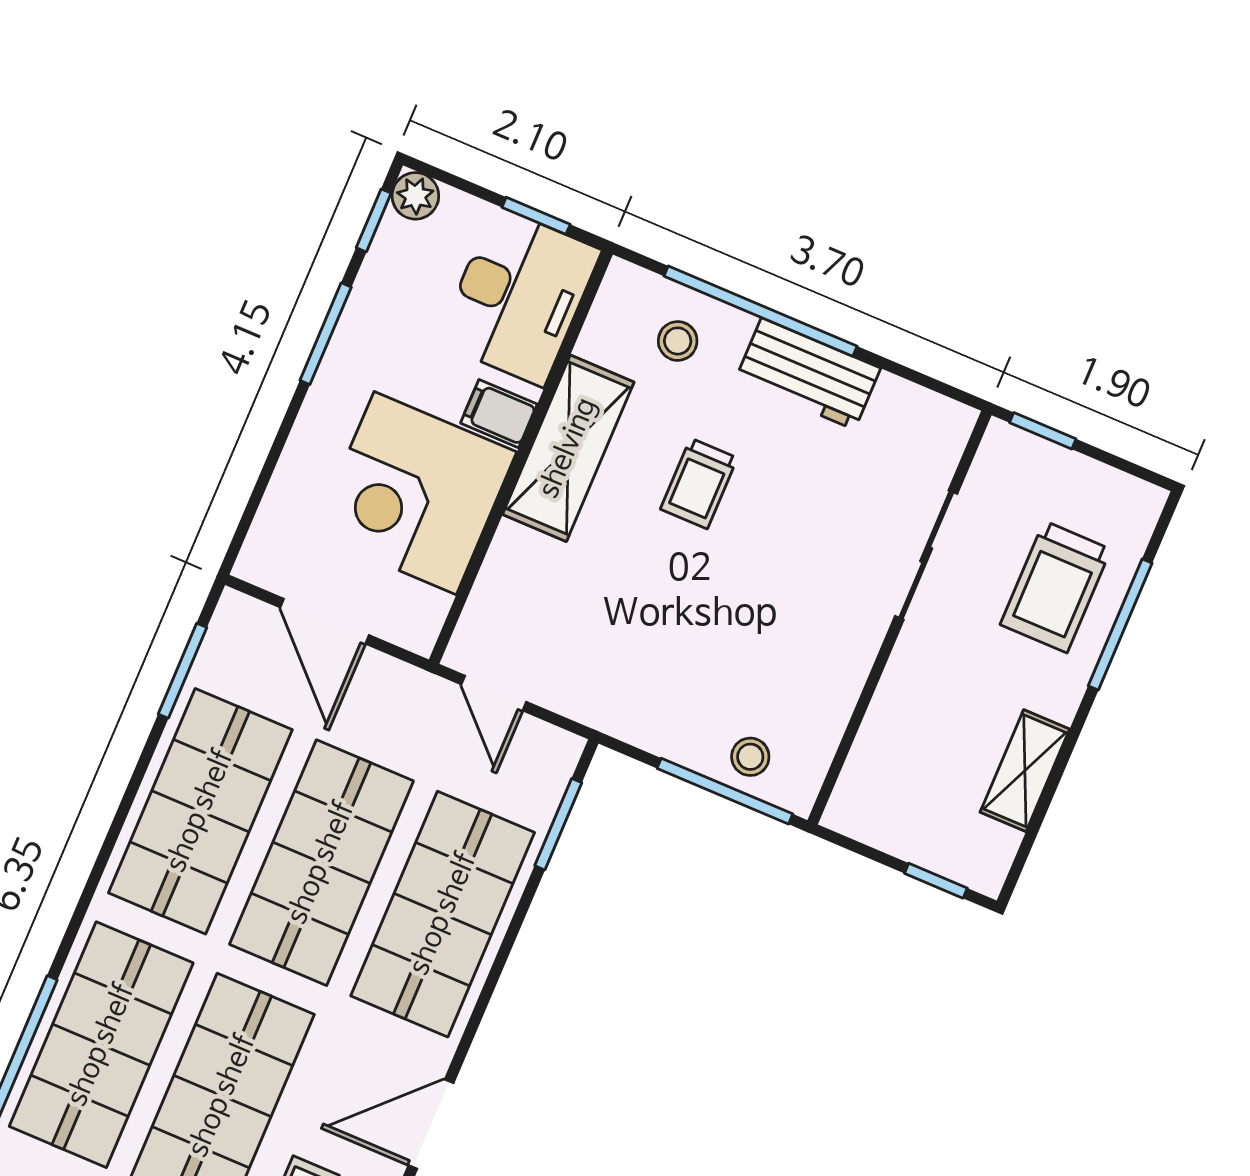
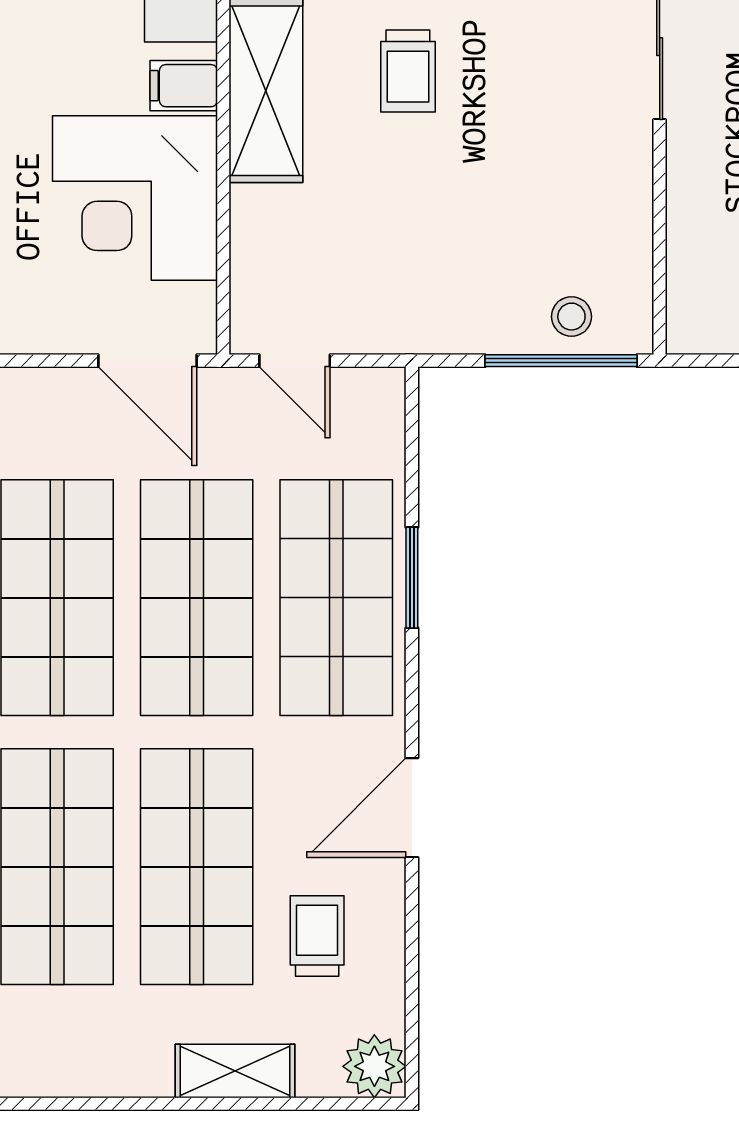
door: (325, 621) -> (148, 361), moved
window: (558, 824) -> (412, 578), moved

